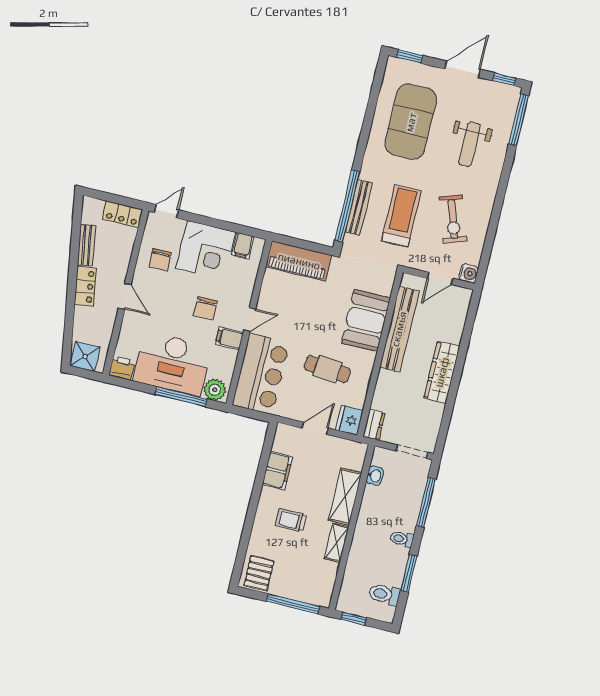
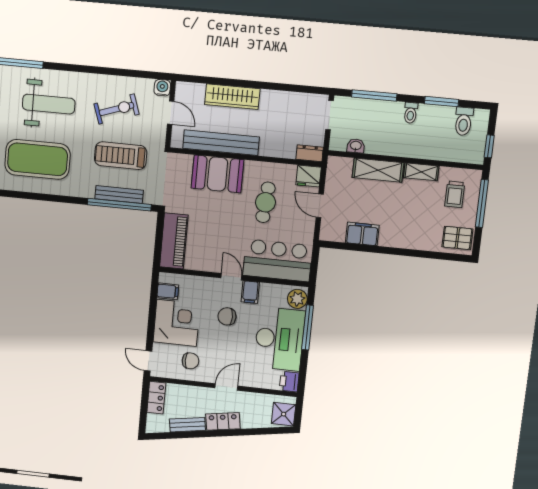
weight bench: (469, 144) -> (49, 104), width x1.36, depth x1.33
chair: (205, 308) -> (227, 316), turned 180
wardrobe: (442, 372) -> (232, 97), moved
trolley: (291, 520) -> (455, 194), moved

